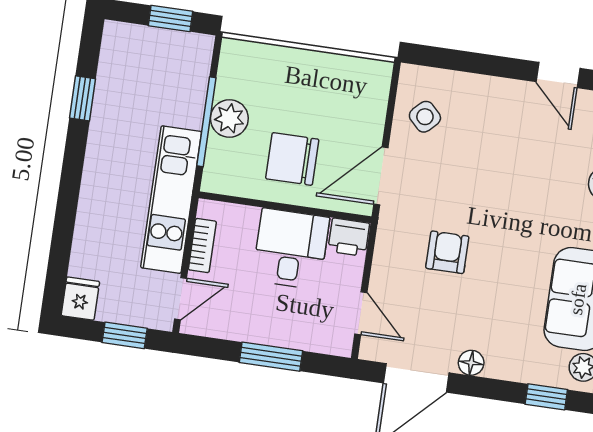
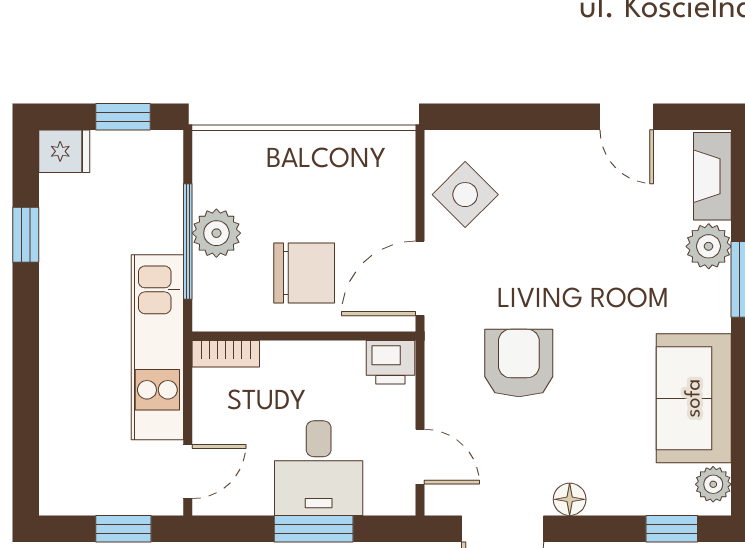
side table: (425, 117) -> (465, 195), width x1.37, depth x1.37
chair: (292, 159) -> (304, 273), turned 180
bookcase: (202, 246) -> (226, 354), moved, turned 90
desk: (291, 249) -> (319, 468), moved, turned 180
armchair: (447, 252) -> (519, 363), width x1.38, depth x1.38
fridge: (80, 299) -> (64, 151), moved, turned 90

